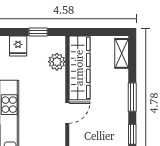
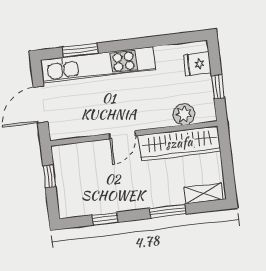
window: (132, 97) -> (167, 211), moved
door: (67, 113) -> (122, 135), hinge flipped

